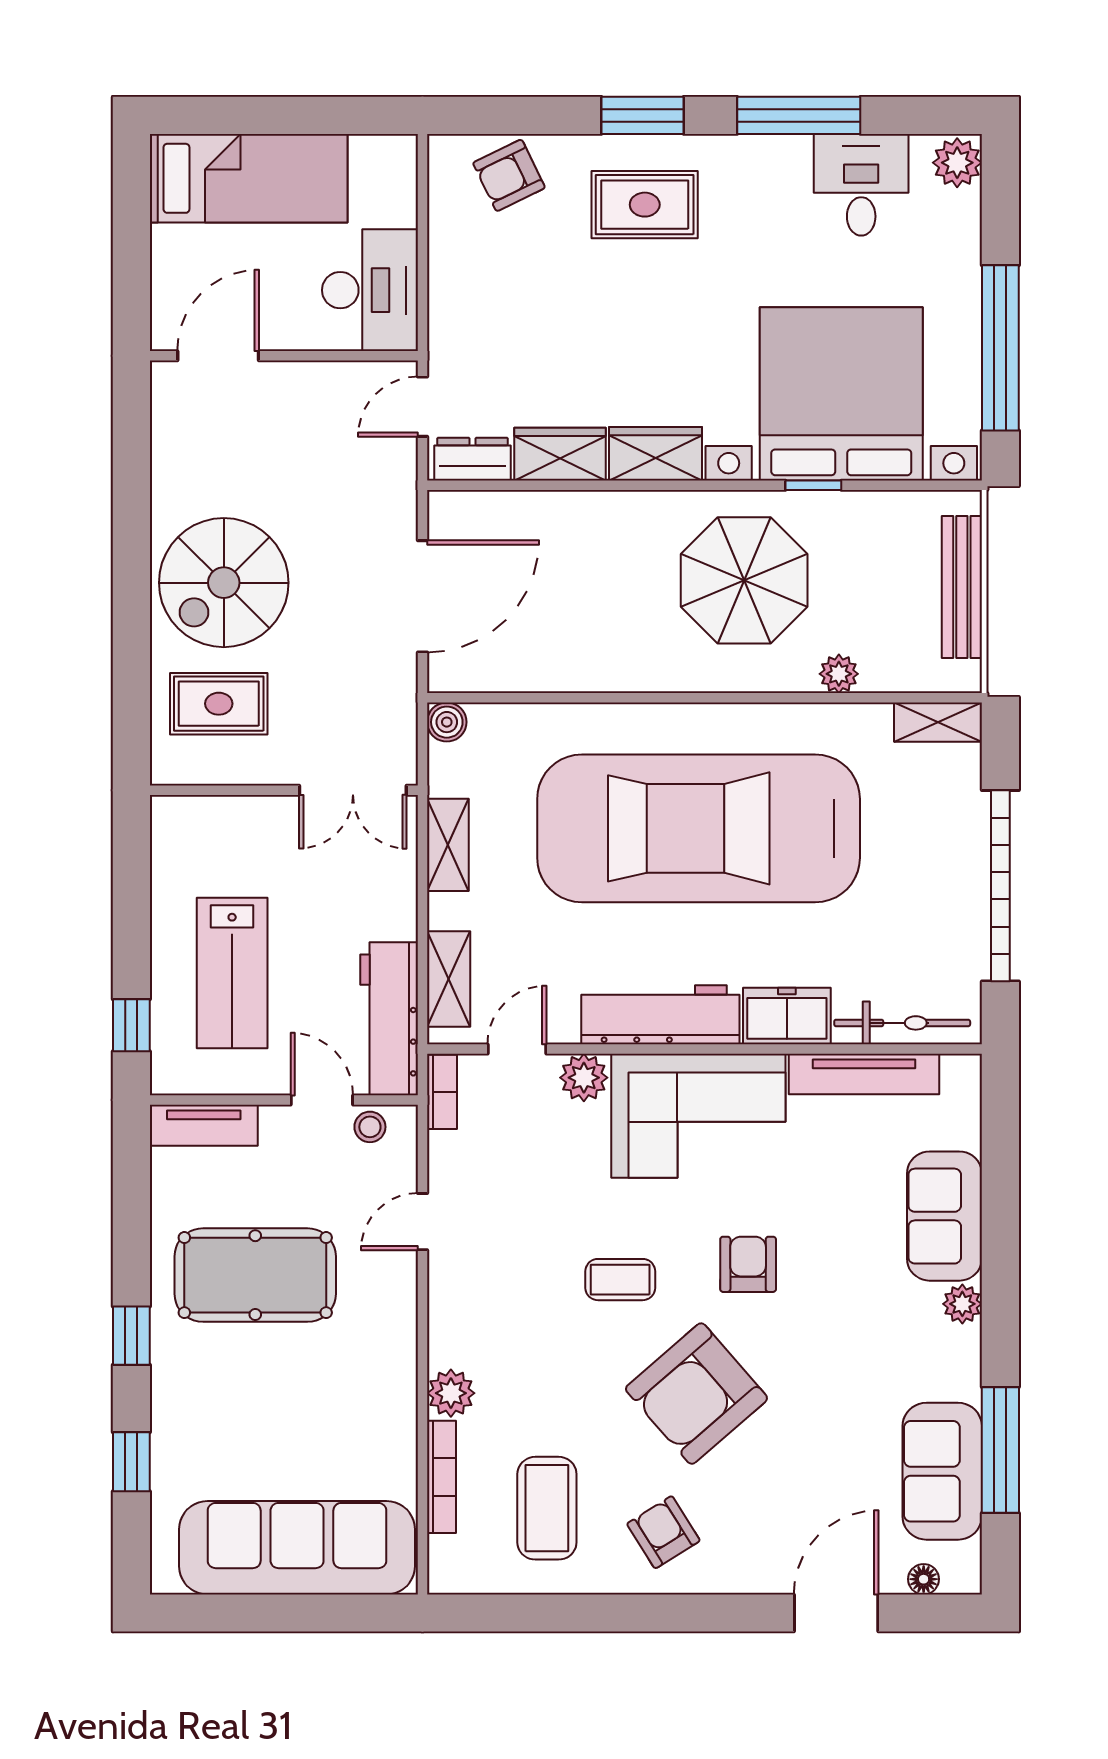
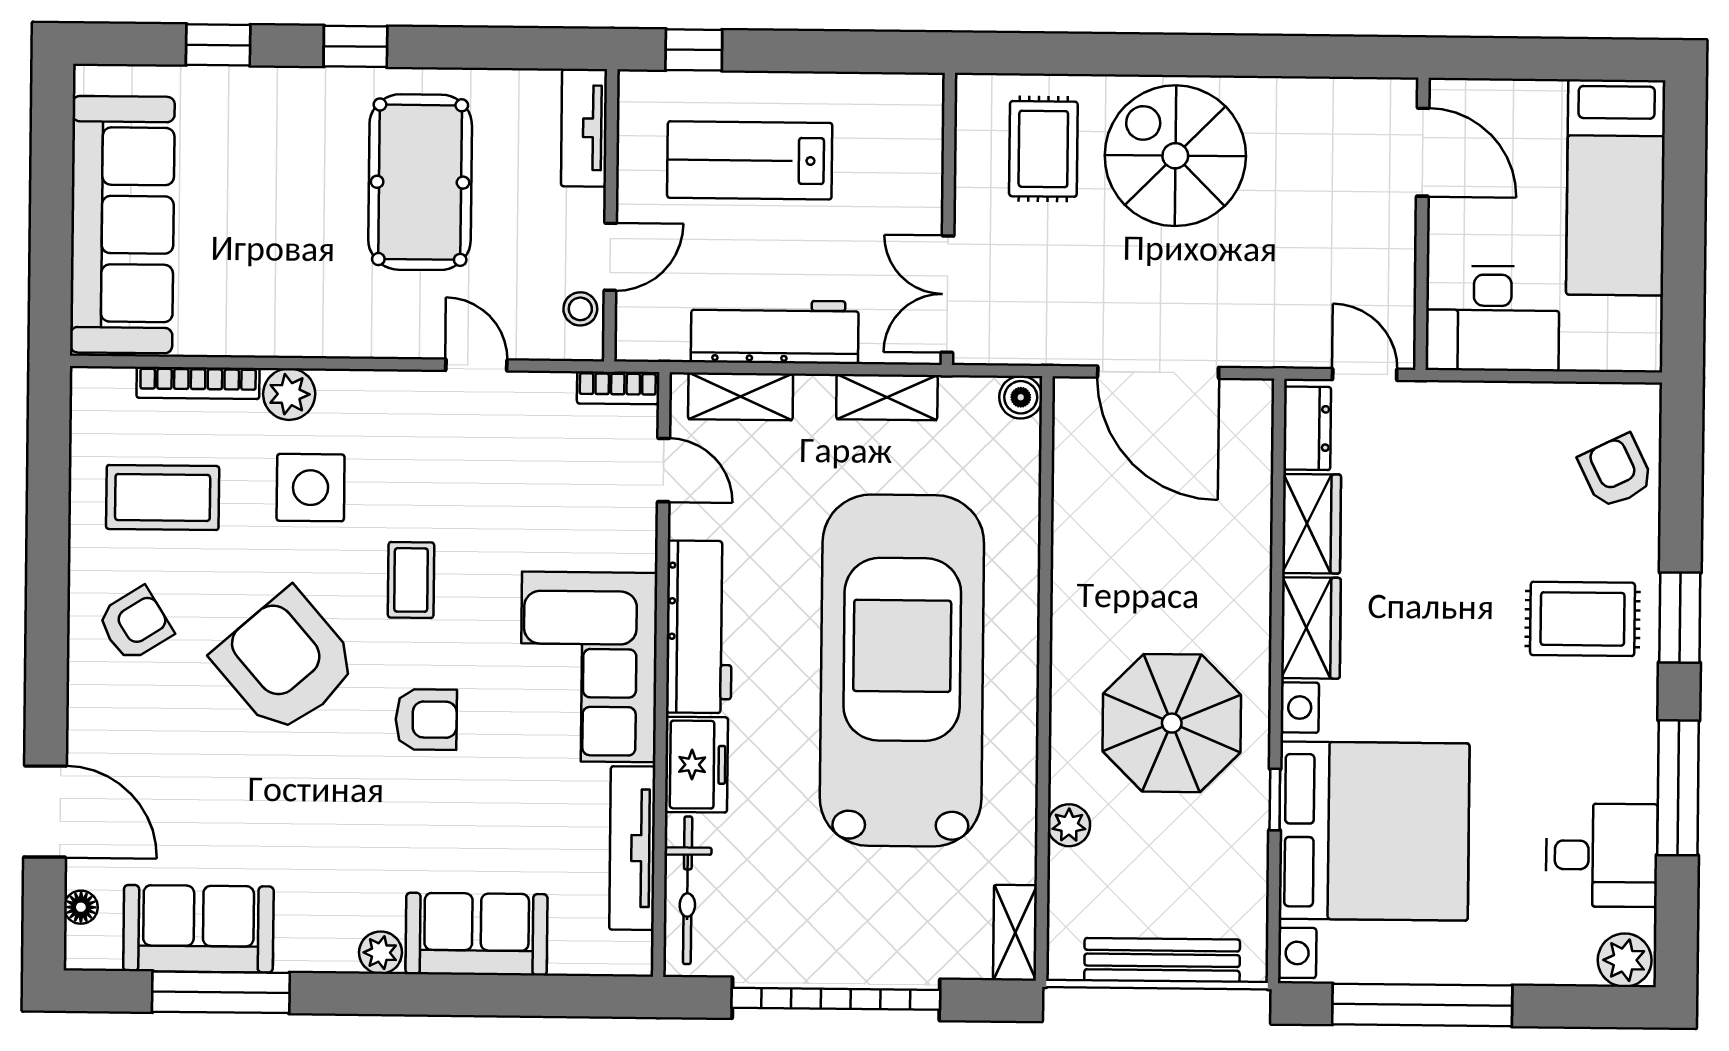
rug: (645, 205) -> (1583, 619), turned 90
workbench: (389, 1019) -> (775, 332), moved
plant: (584, 1078) -> (632, 543), removed
side table: (536, 1373) -> (311, 488), added

